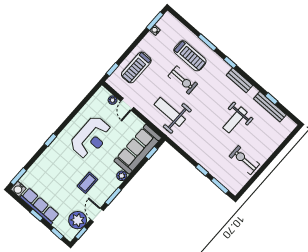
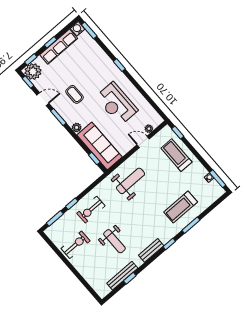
exercise bike: (183, 80) -> (91, 210), moved
weight bench: (235, 120) -> (114, 241), turned 180
plant: (78, 220) -> (33, 72), moved

